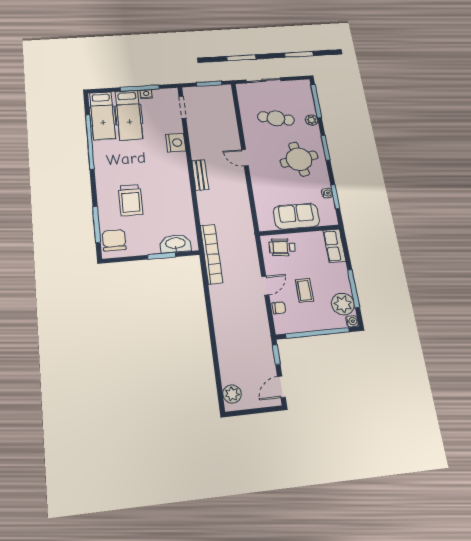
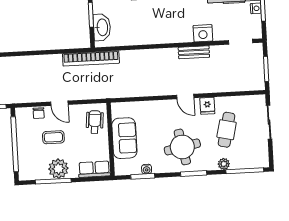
fridge: (253, 137) -> (207, 106), added
door: (245, 158) -> (185, 96), swing flipped
bench: (200, 175) -> (194, 52), moved
plant: (343, 304) -> (58, 169), moved
water cooler: (352, 321) -> (23, 176), removed

